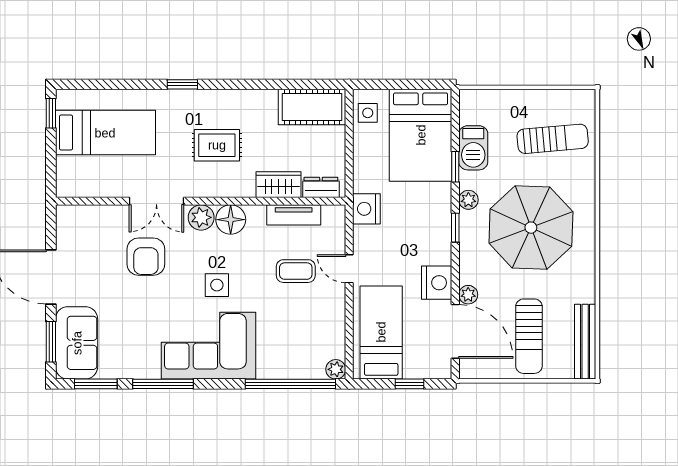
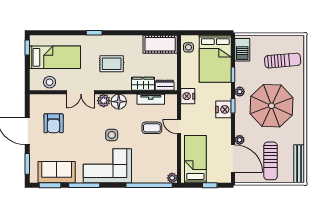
barbecue: (473, 148) -> (242, 50), moved
stool: (95, 181) -> (50, 82), added
armchair: (146, 257) -> (54, 123), moved
nightstand: (437, 283) -> (224, 109), moved
sofa: (77, 343) -> (57, 172), moved, turned -90

